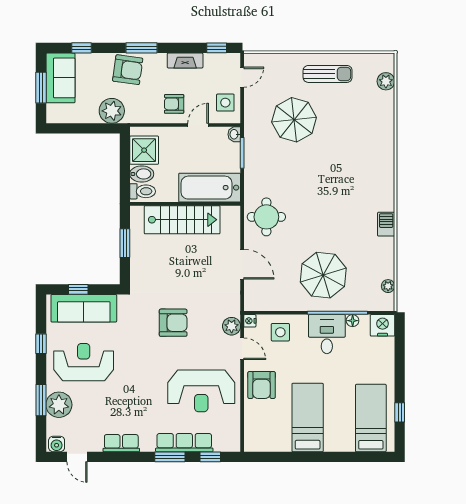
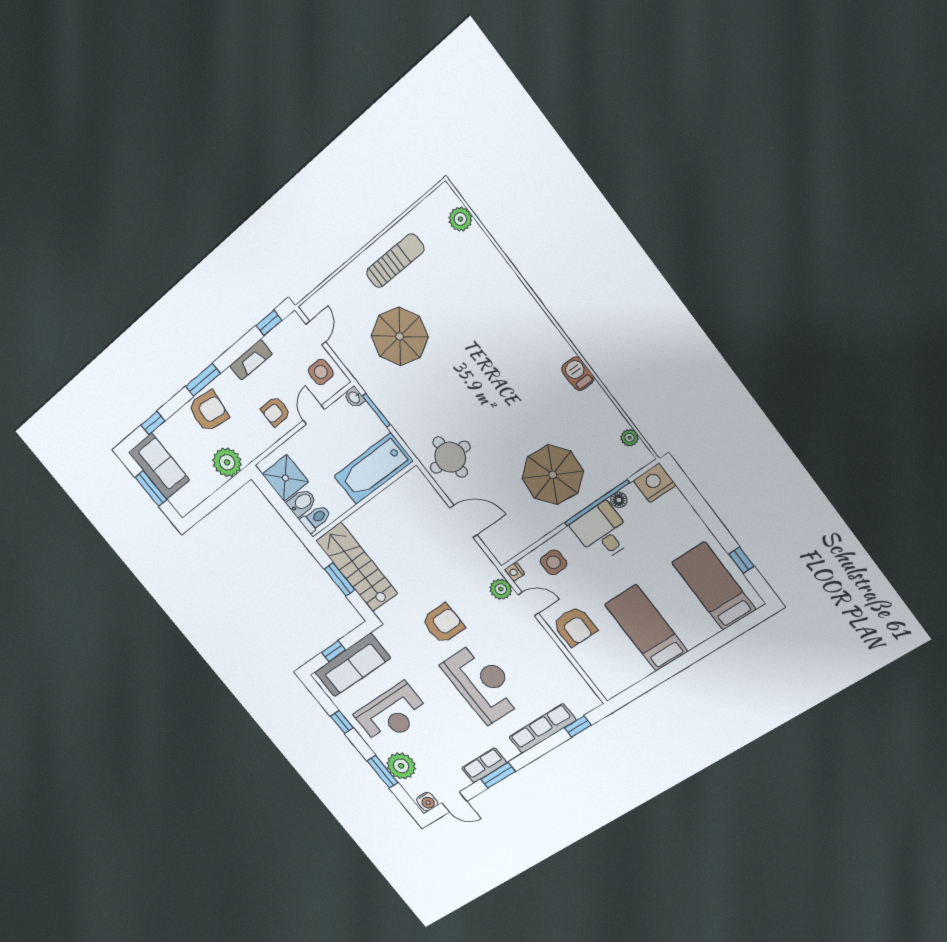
stairs: (182, 220) -> (357, 567), moved, turned -90
reception desk: (84, 362) -> (392, 714), turned 180
reception desk: (201, 391) -> (482, 683), moved, turned -90
window: (170, 457) -> (498, 775), moved

